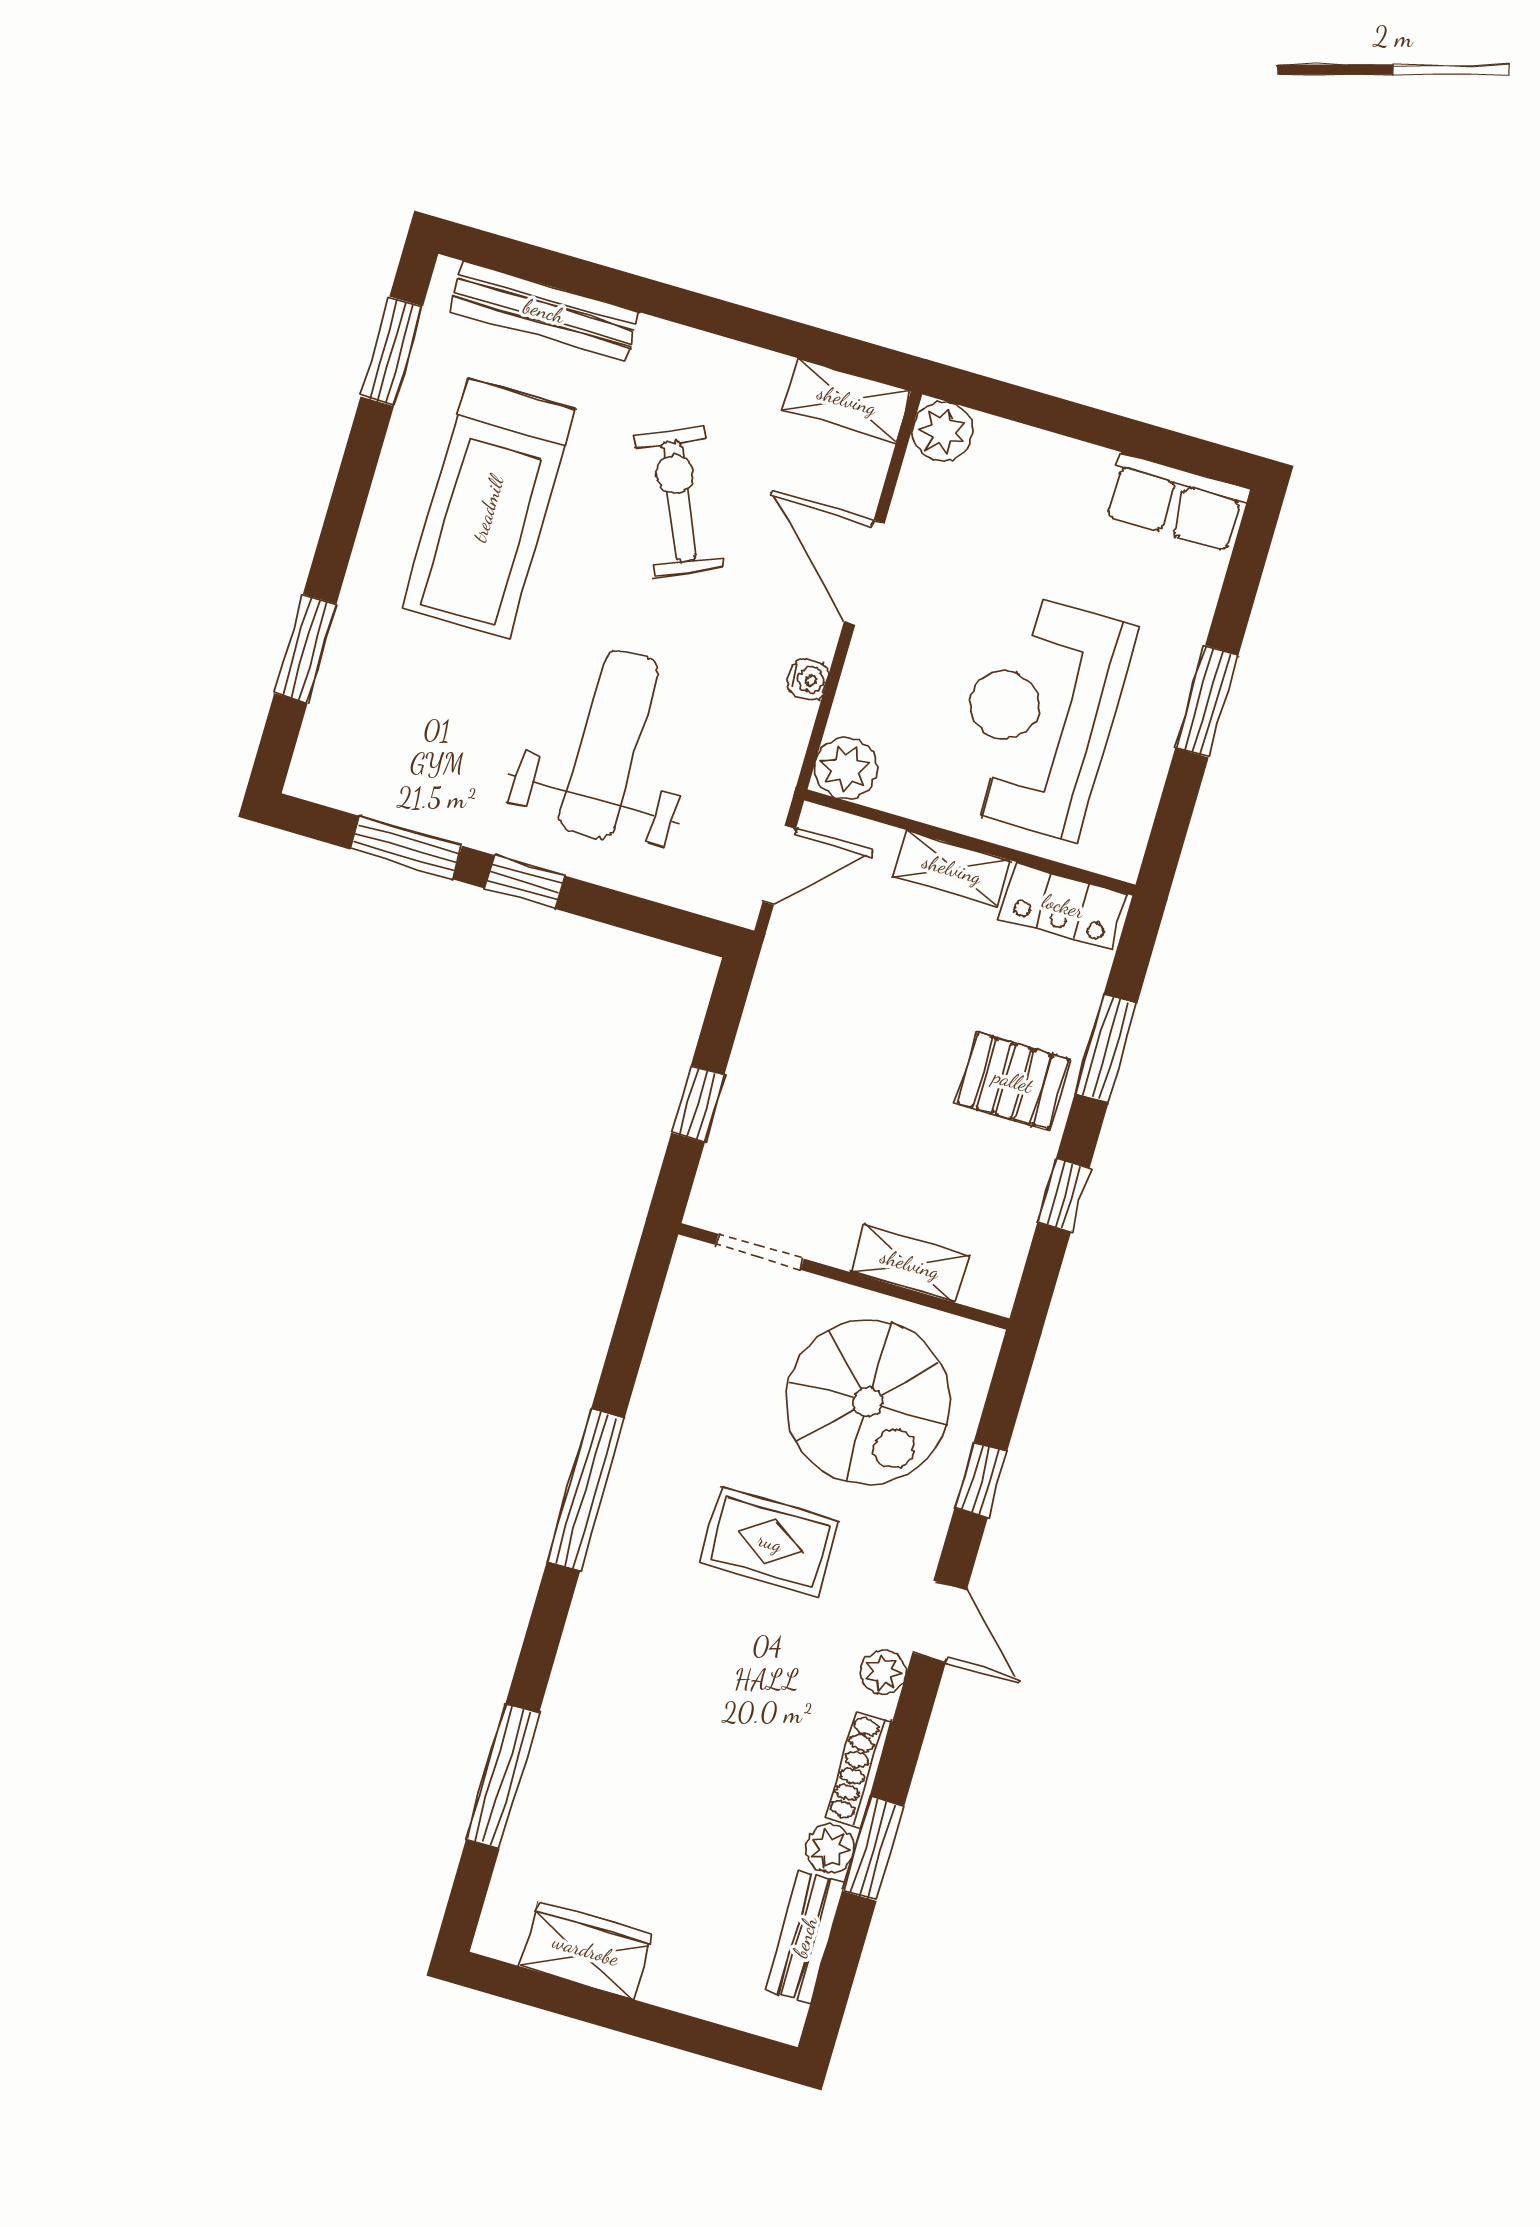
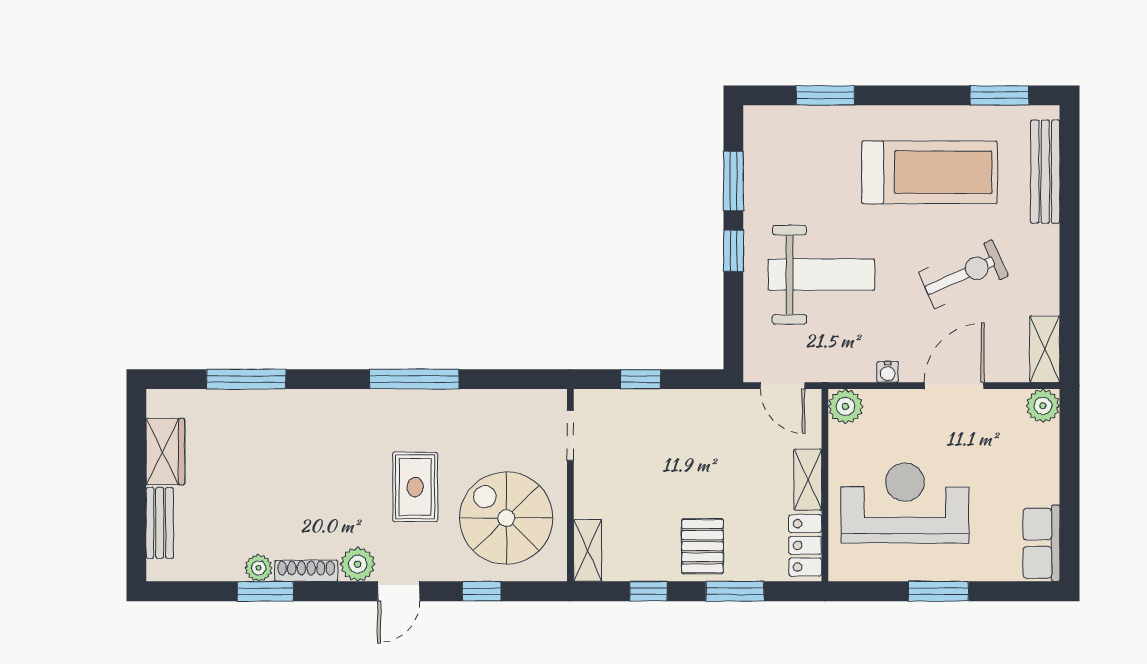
treadmill: (488, 509) -> (930, 172), turned 180
shelving: (910, 1264) -> (588, 550), moved
spiral stairs: (868, 1402) -> (506, 518), turned 90
plant: (883, 1672) -> (358, 564), width x1.38, depth x1.38
bench: (805, 1937) -> (160, 523), moved, turned 90

